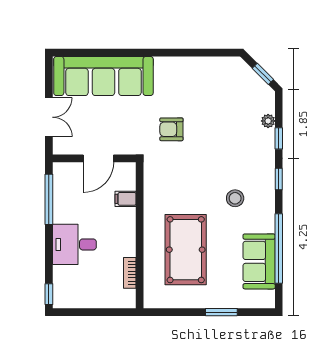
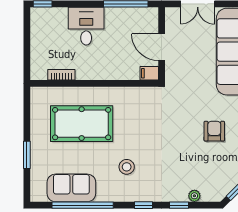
armchair: (171, 129) -> (214, 131), moved
filing cabinet: (126, 199) -> (149, 73), moved, turned -90

